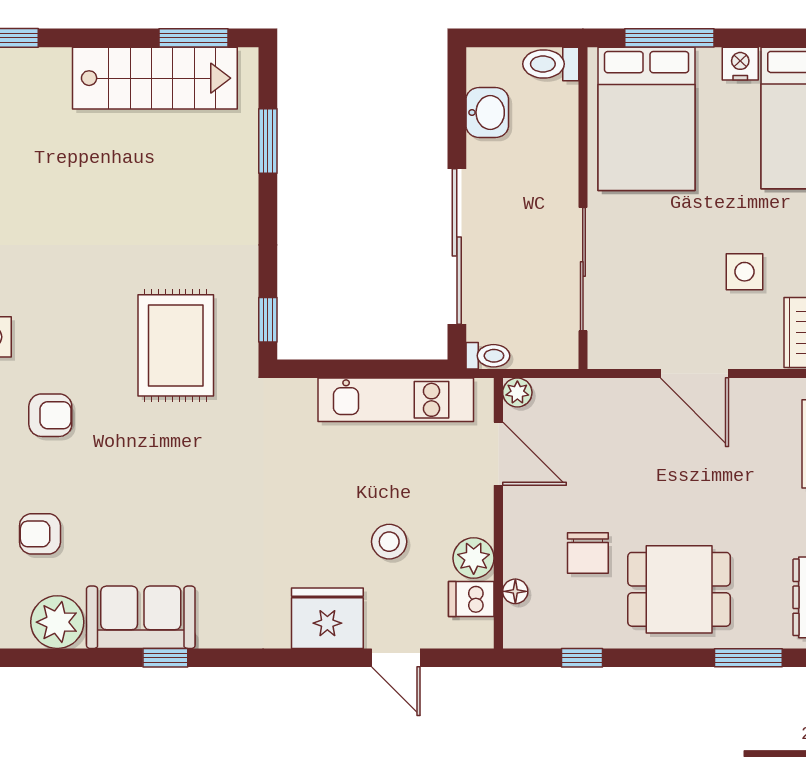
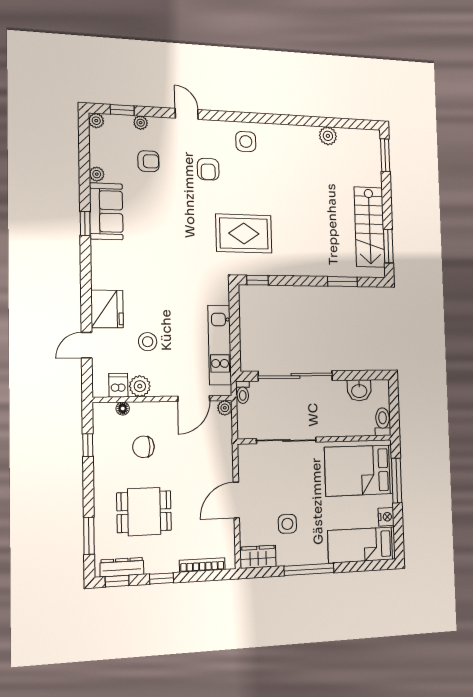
armchair: (40, 534) -> (148, 161), turned 90
dining table: (679, 589) -> (144, 512), moved, turned 90
plant: (57, 622) -> (97, 174), width x0.53, depth x0.53

